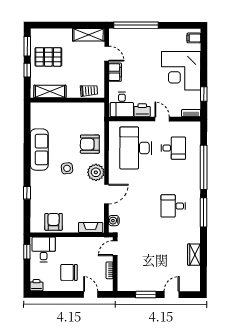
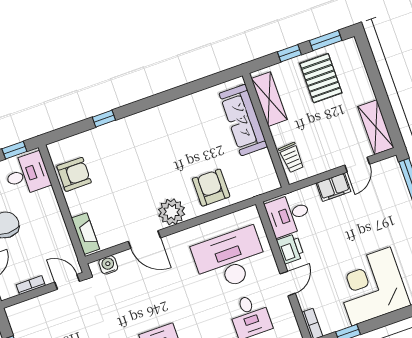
sofa: (39, 150) -> (243, 120), moved, turned 90
side table: (67, 168) -> (162, 166), removed

